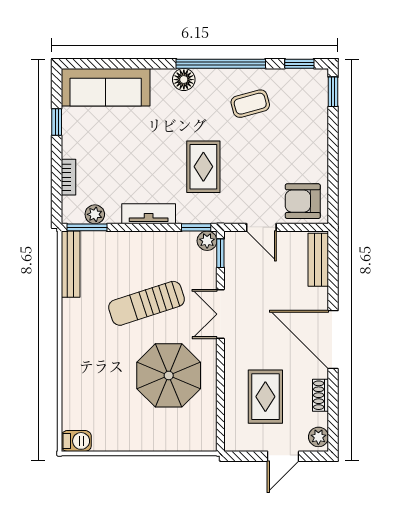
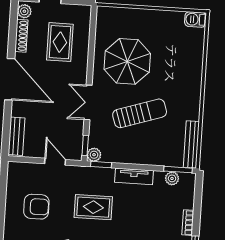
rug: (203, 167) -> (93, 207), turned 90
bookcase: (68, 177) -> (188, 223), moved
armchair: (303, 201) -> (36, 207), moved
double door: (220, 314) -> (88, 102), swing flipped
shoe rack: (321, 395) -> (21, 36), width x1.43

